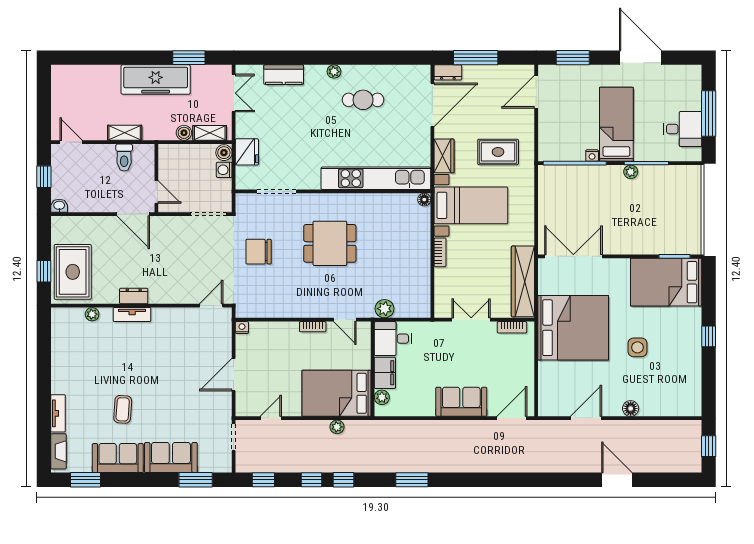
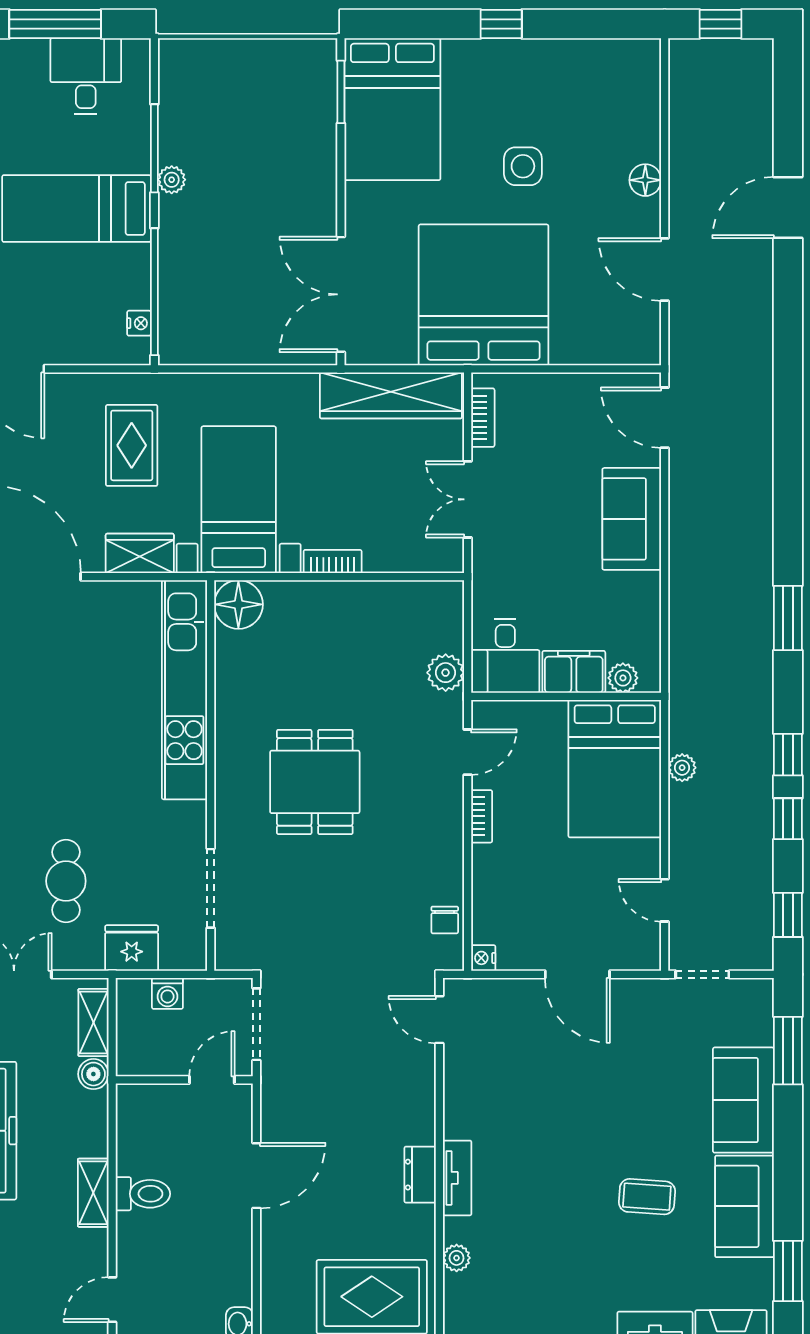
cafe table: (363, 100) -> (66, 881), moved
boiler: (224, 153) -> (133, 994), removed
nightstand: (592, 156) -> (139, 323), moved
wall: (156, 178) -> (184, 1080), moved
door: (156, 192) -> (212, 1080), moved
floor lamp: (424, 200) -> (238, 604), width x1.89, depth x1.89
chair: (259, 252) -> (445, 920), moved, width x0.54, depth x0.54

